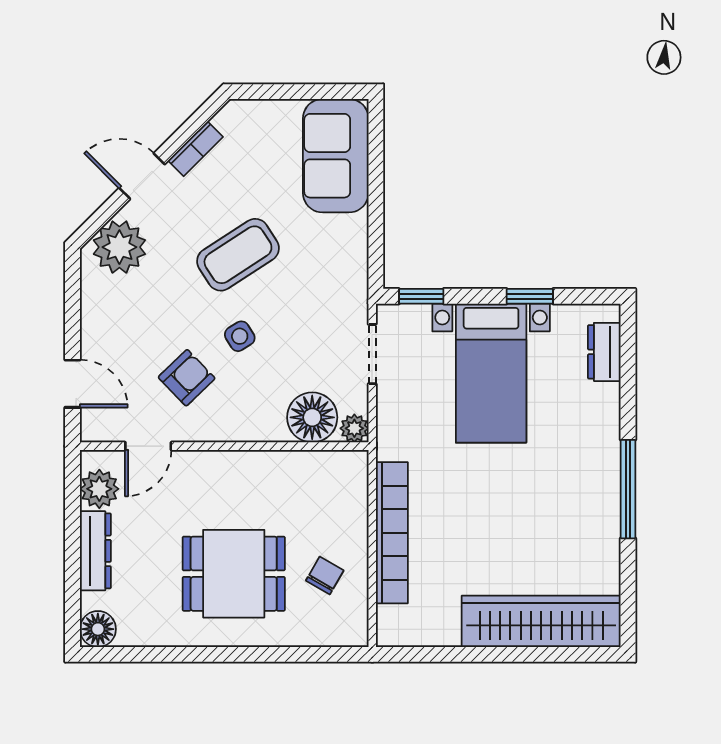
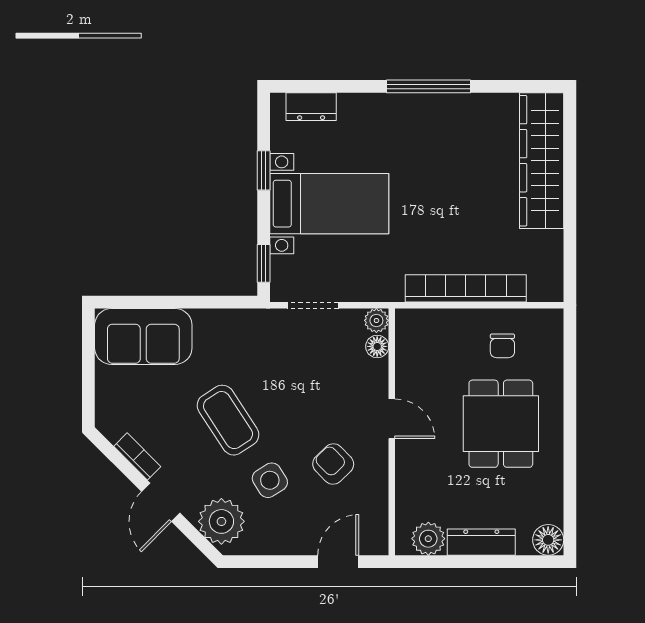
side table: (240, 336) -> (270, 480), moved, width x1.37, depth x1.37
floor lamp: (312, 417) -> (377, 346), width x0.53, depth x0.53
door: (148, 446) -> (392, 419), moved
chair: (325, 576) -> (502, 346), turned -120

